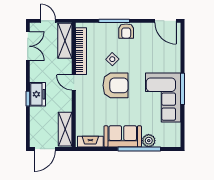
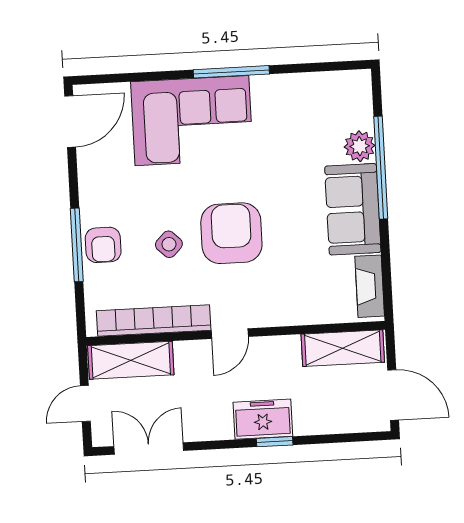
armchair: (126, 31) -> (103, 245), moved, turned 90
corner sofa: (163, 98) -> (192, 121), moved

